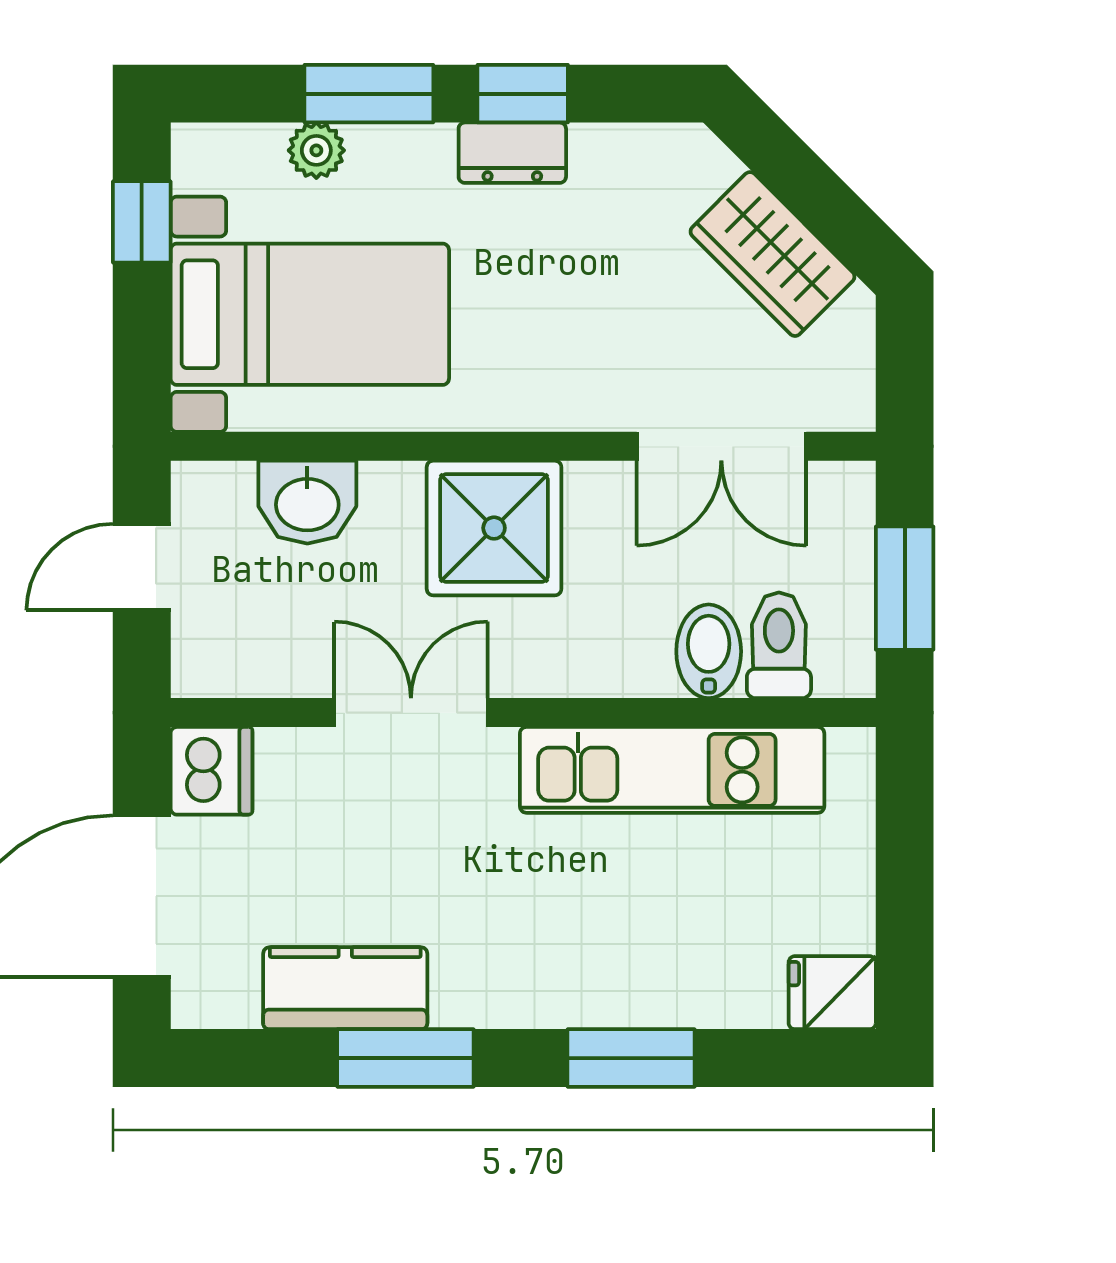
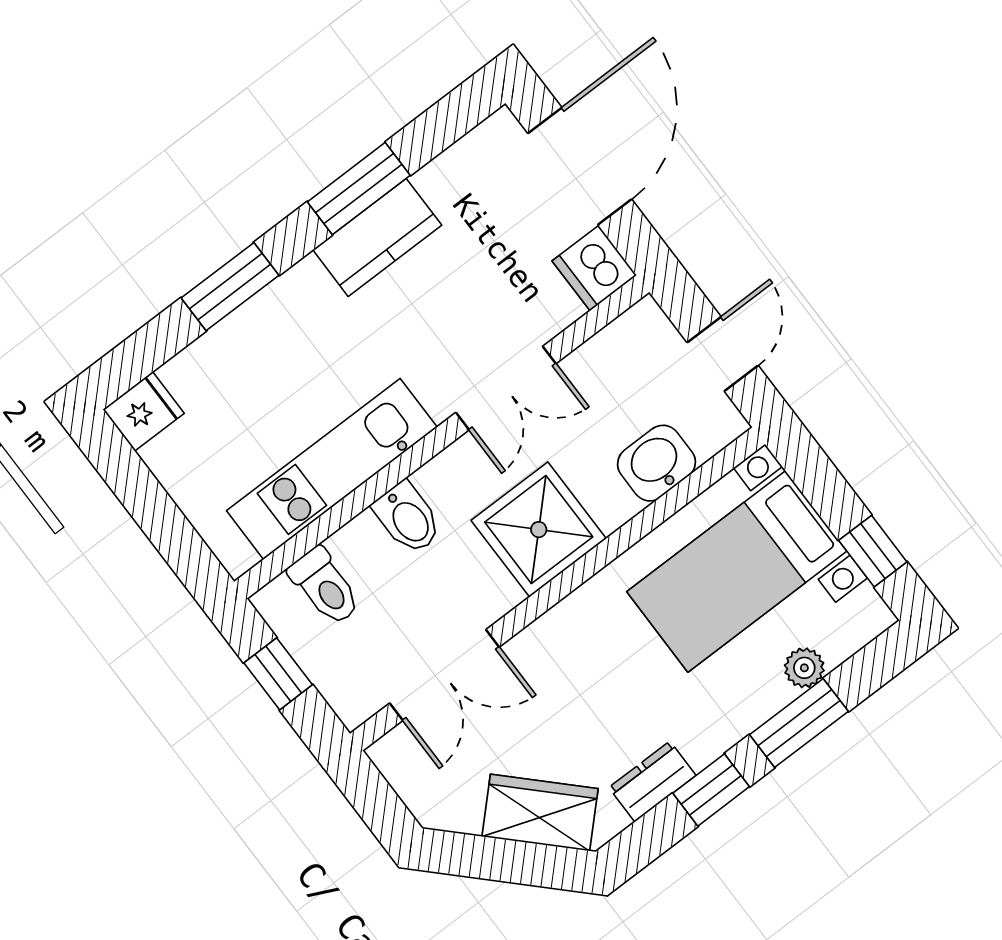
dresser: (512, 153) -> (652, 781), moved
wardrobe: (773, 254) -> (540, 813), moved
double door: (721, 446) -> (444, 675), swing flipped
window: (905, 588) -> (278, 674), width x0.67
bidet: (709, 651) -> (408, 518), moved
kitchen counter: (345, 988) -> (377, 237), moved

